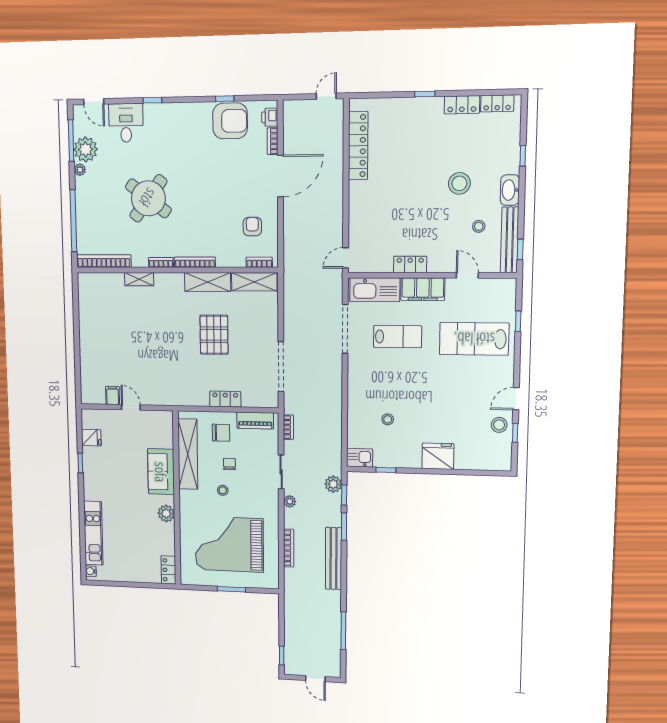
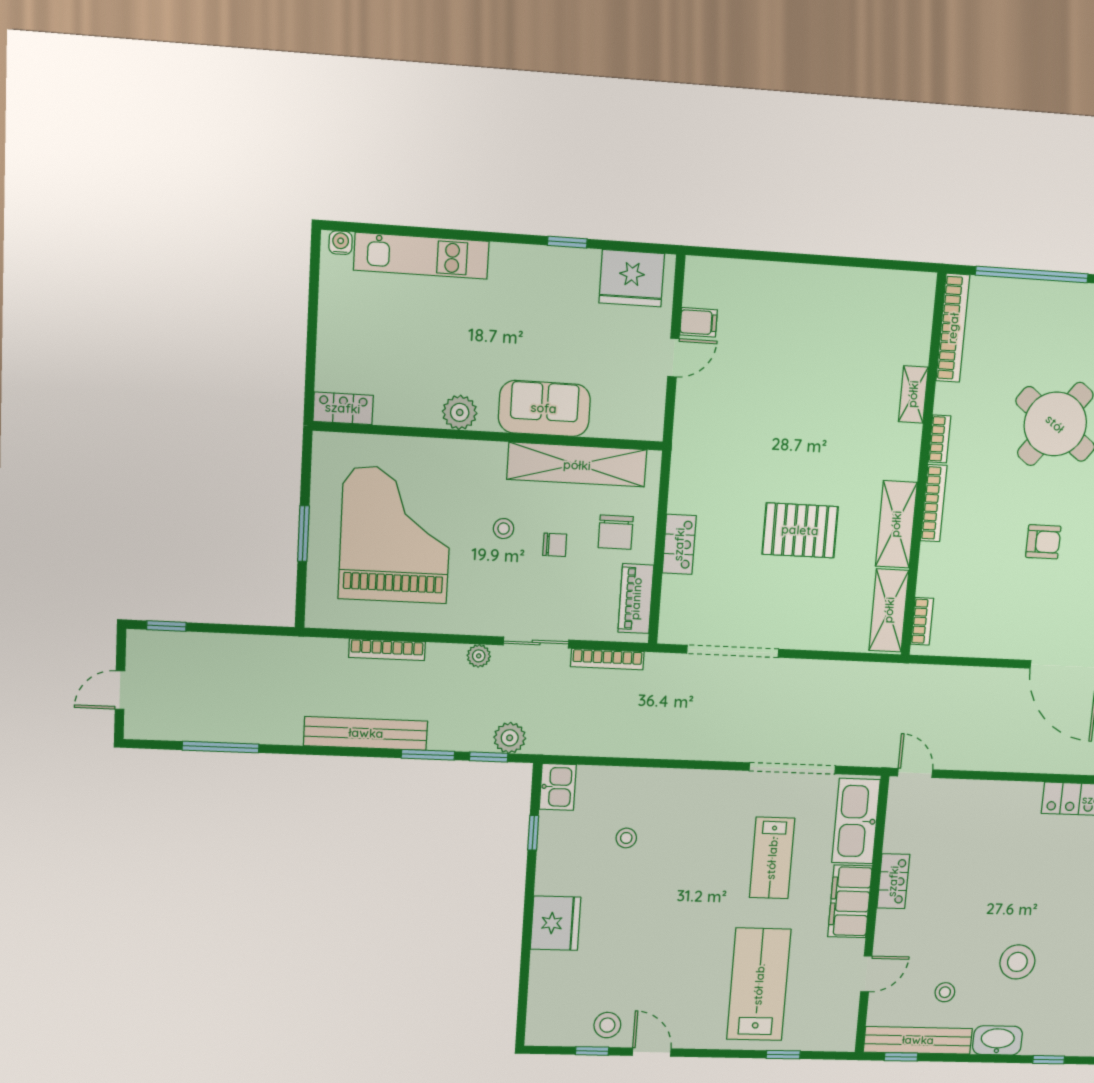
armchair: (252, 227) -> (1043, 542), moved
bookcase: (288, 427) -> (607, 659), width x1.56
fridge: (91, 438) -> (632, 278), width x1.88, depth x1.34

